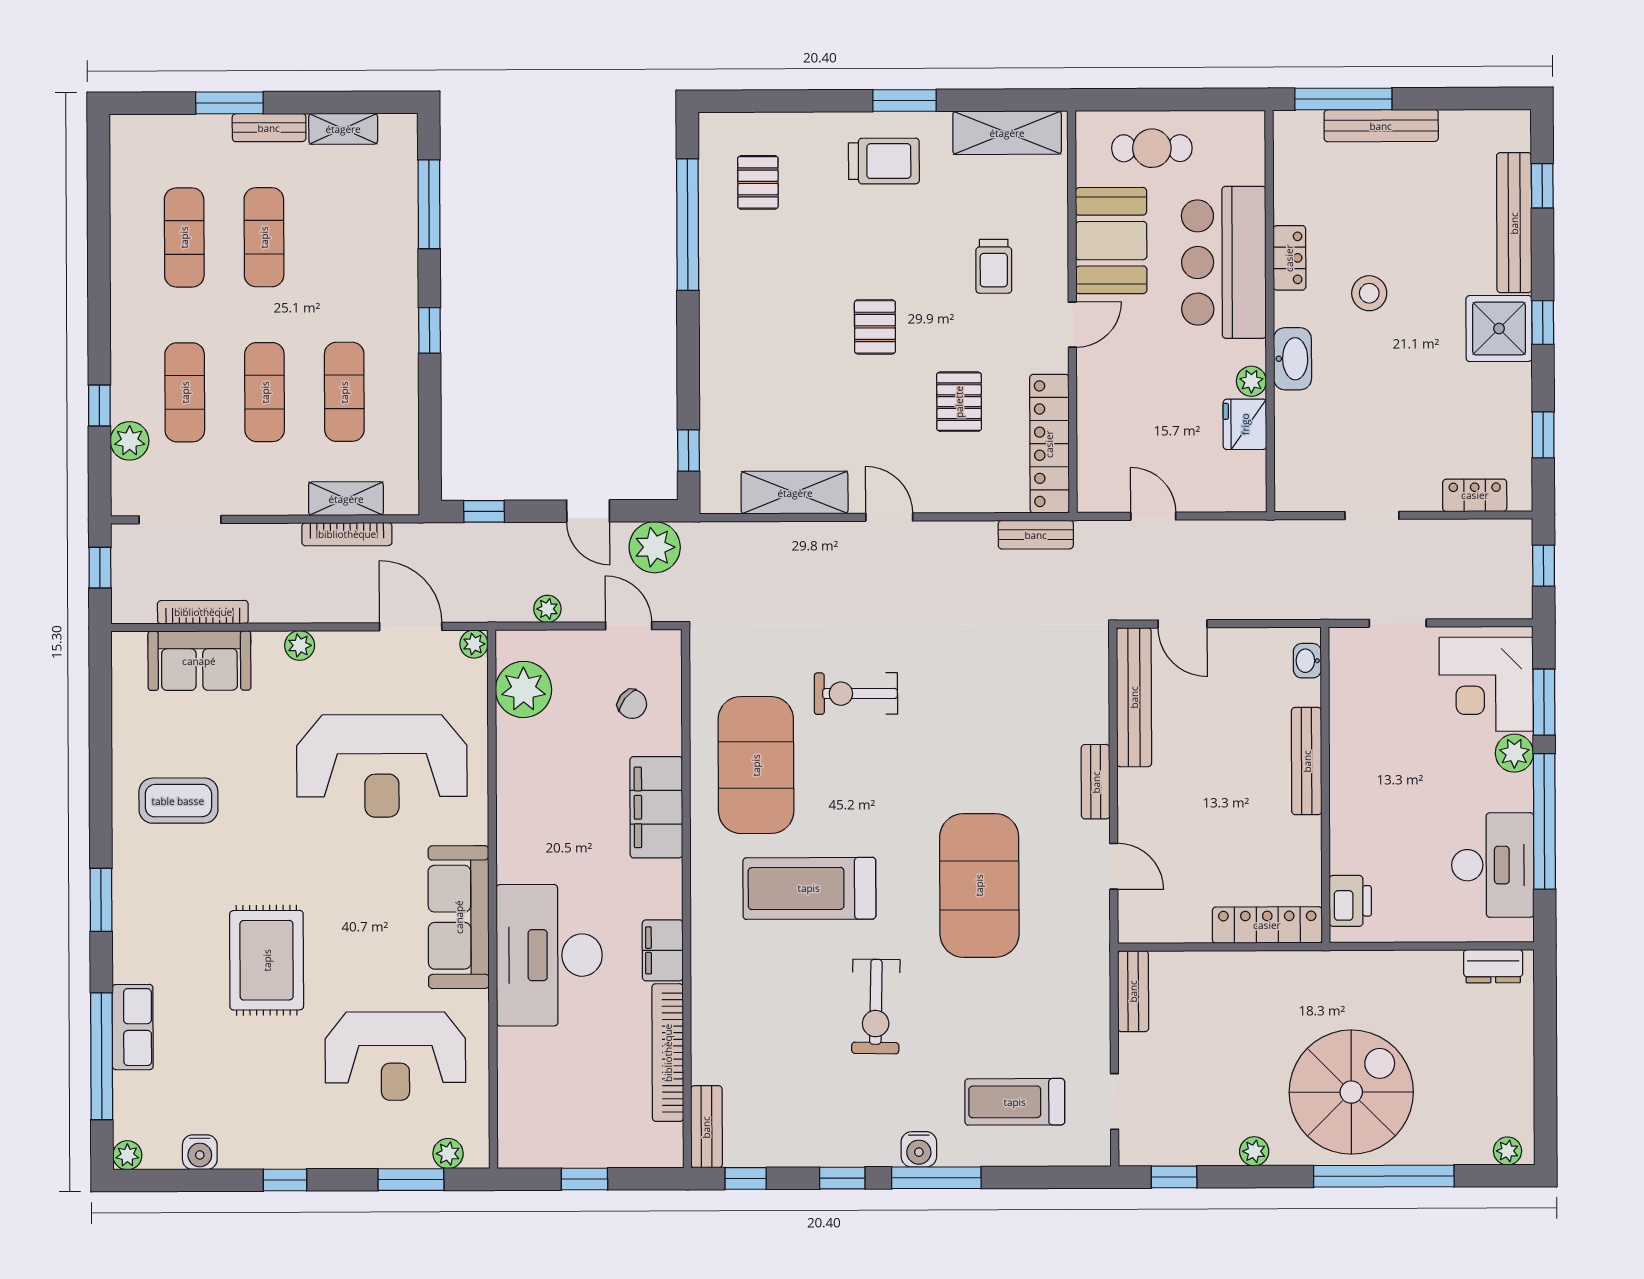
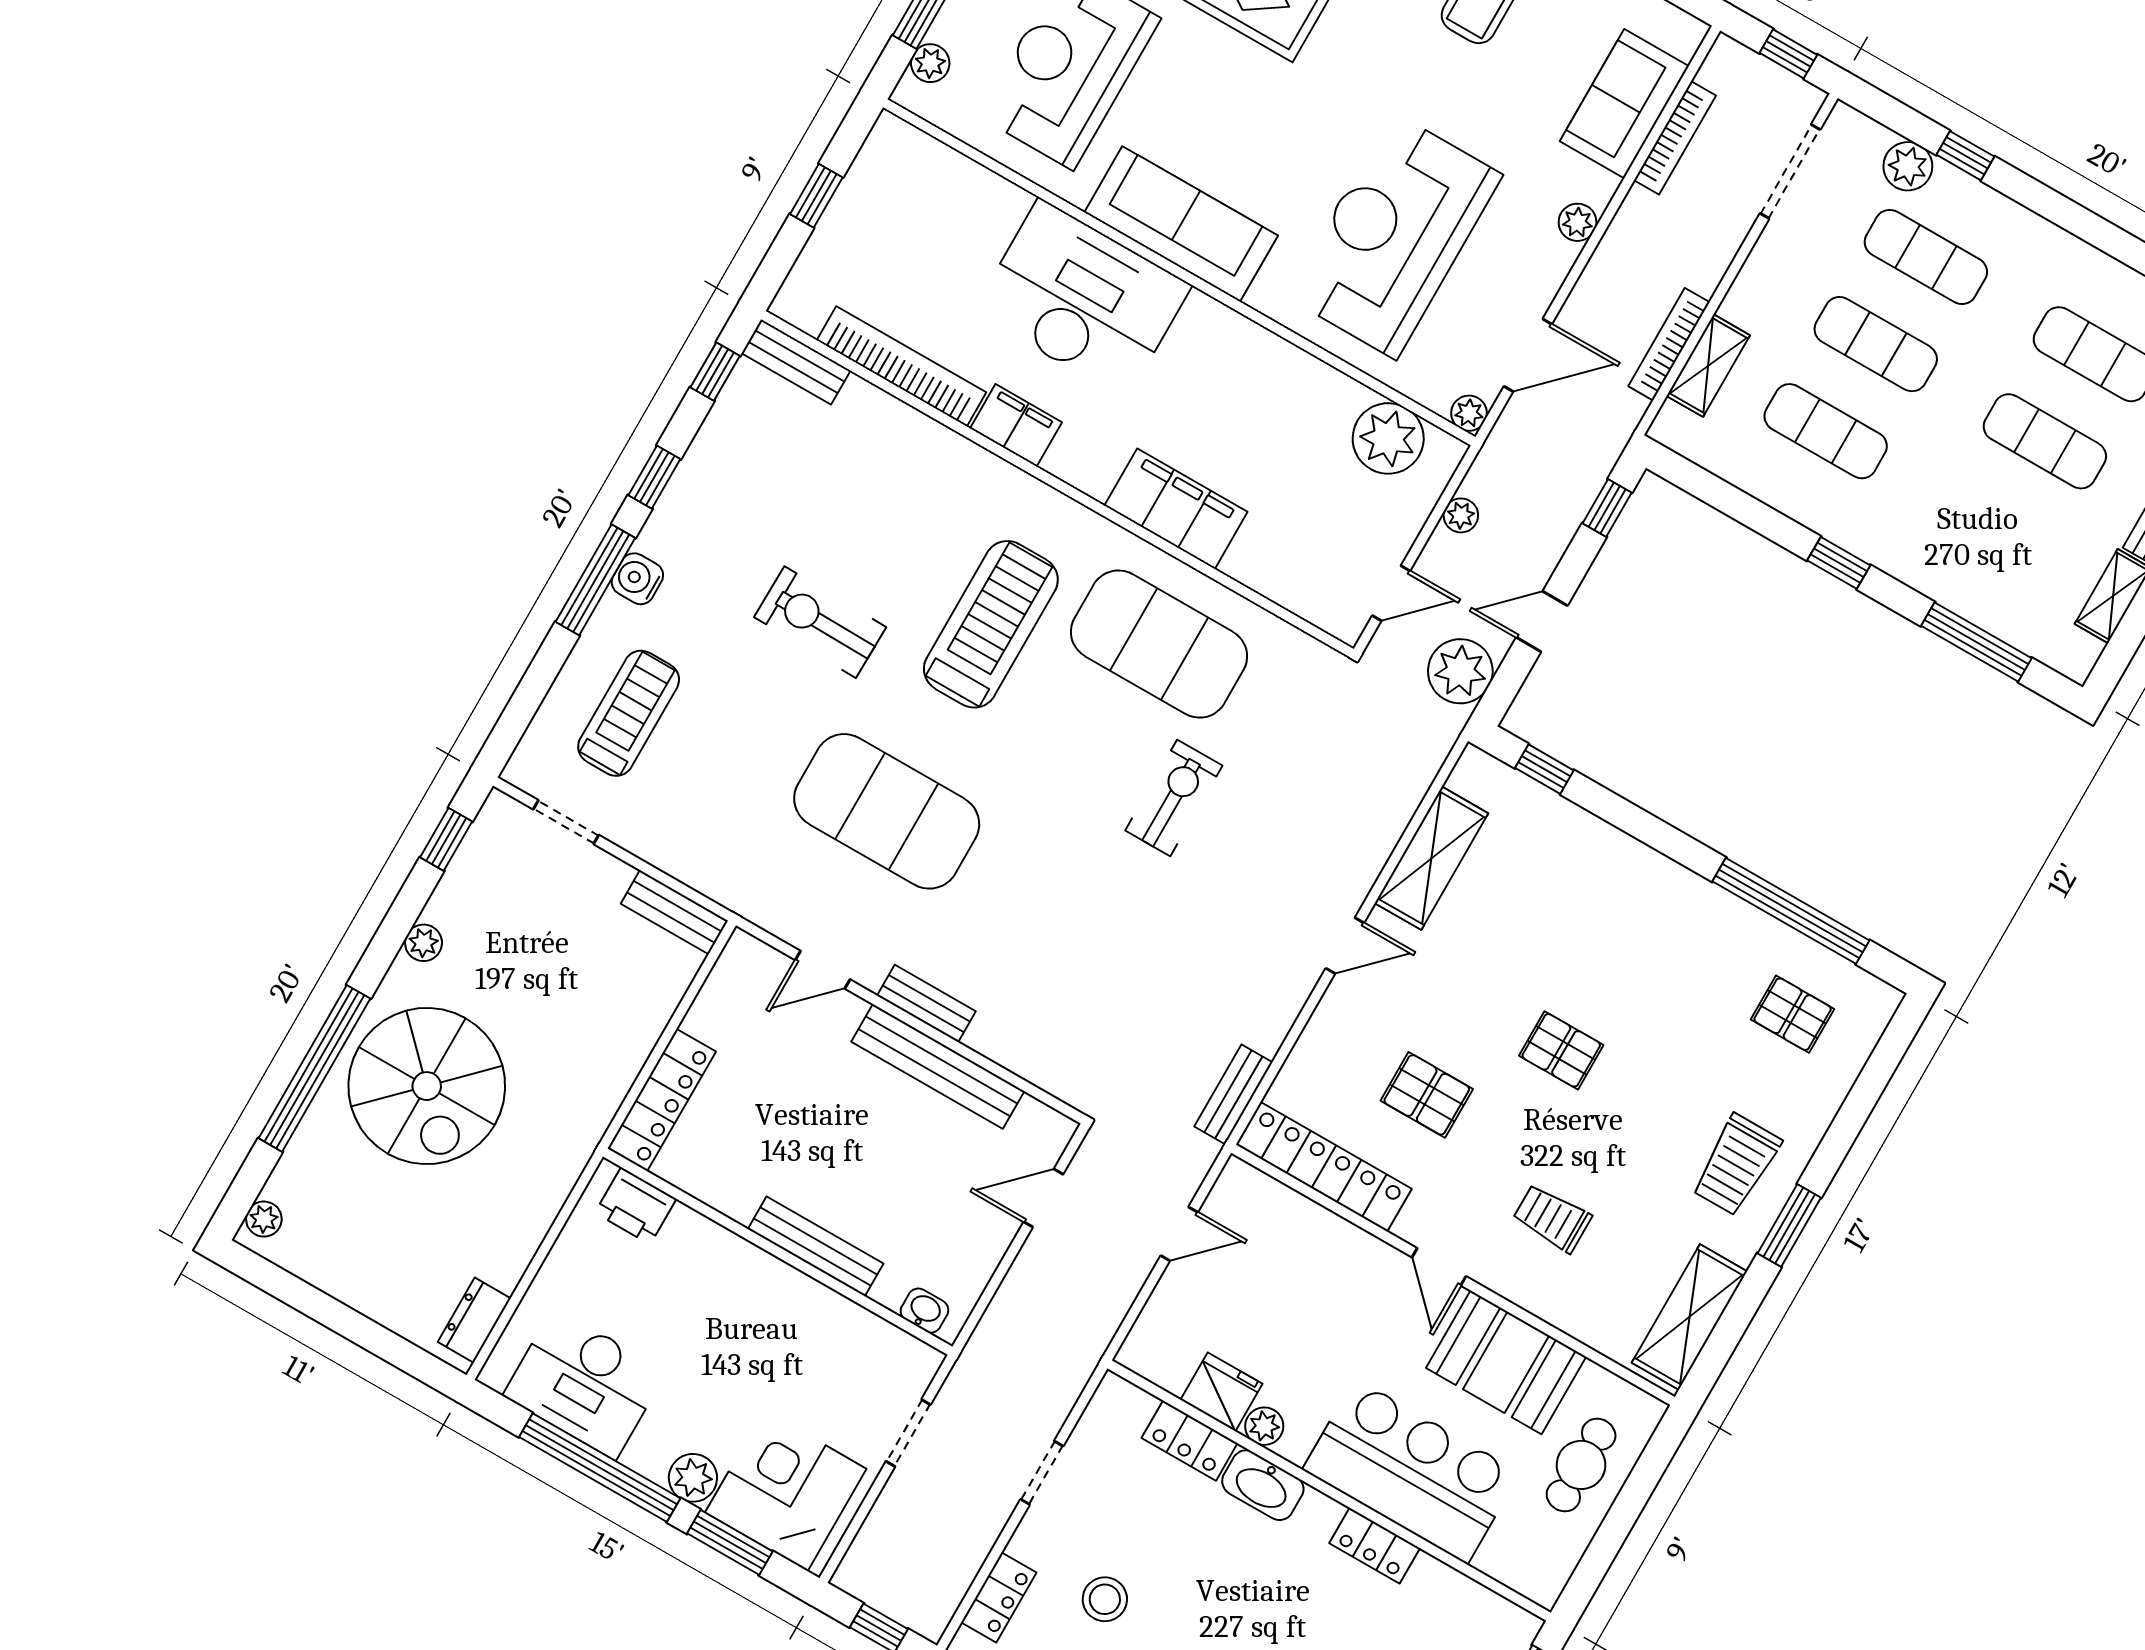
stool: (1369, 293) -> (1105, 1599), moved
locker: (1291, 427) -> (1190, 1441), added
bench: (1134, 697) -> (938, 1066), moved
chair: (632, 704) -> (1304, 548), removed

